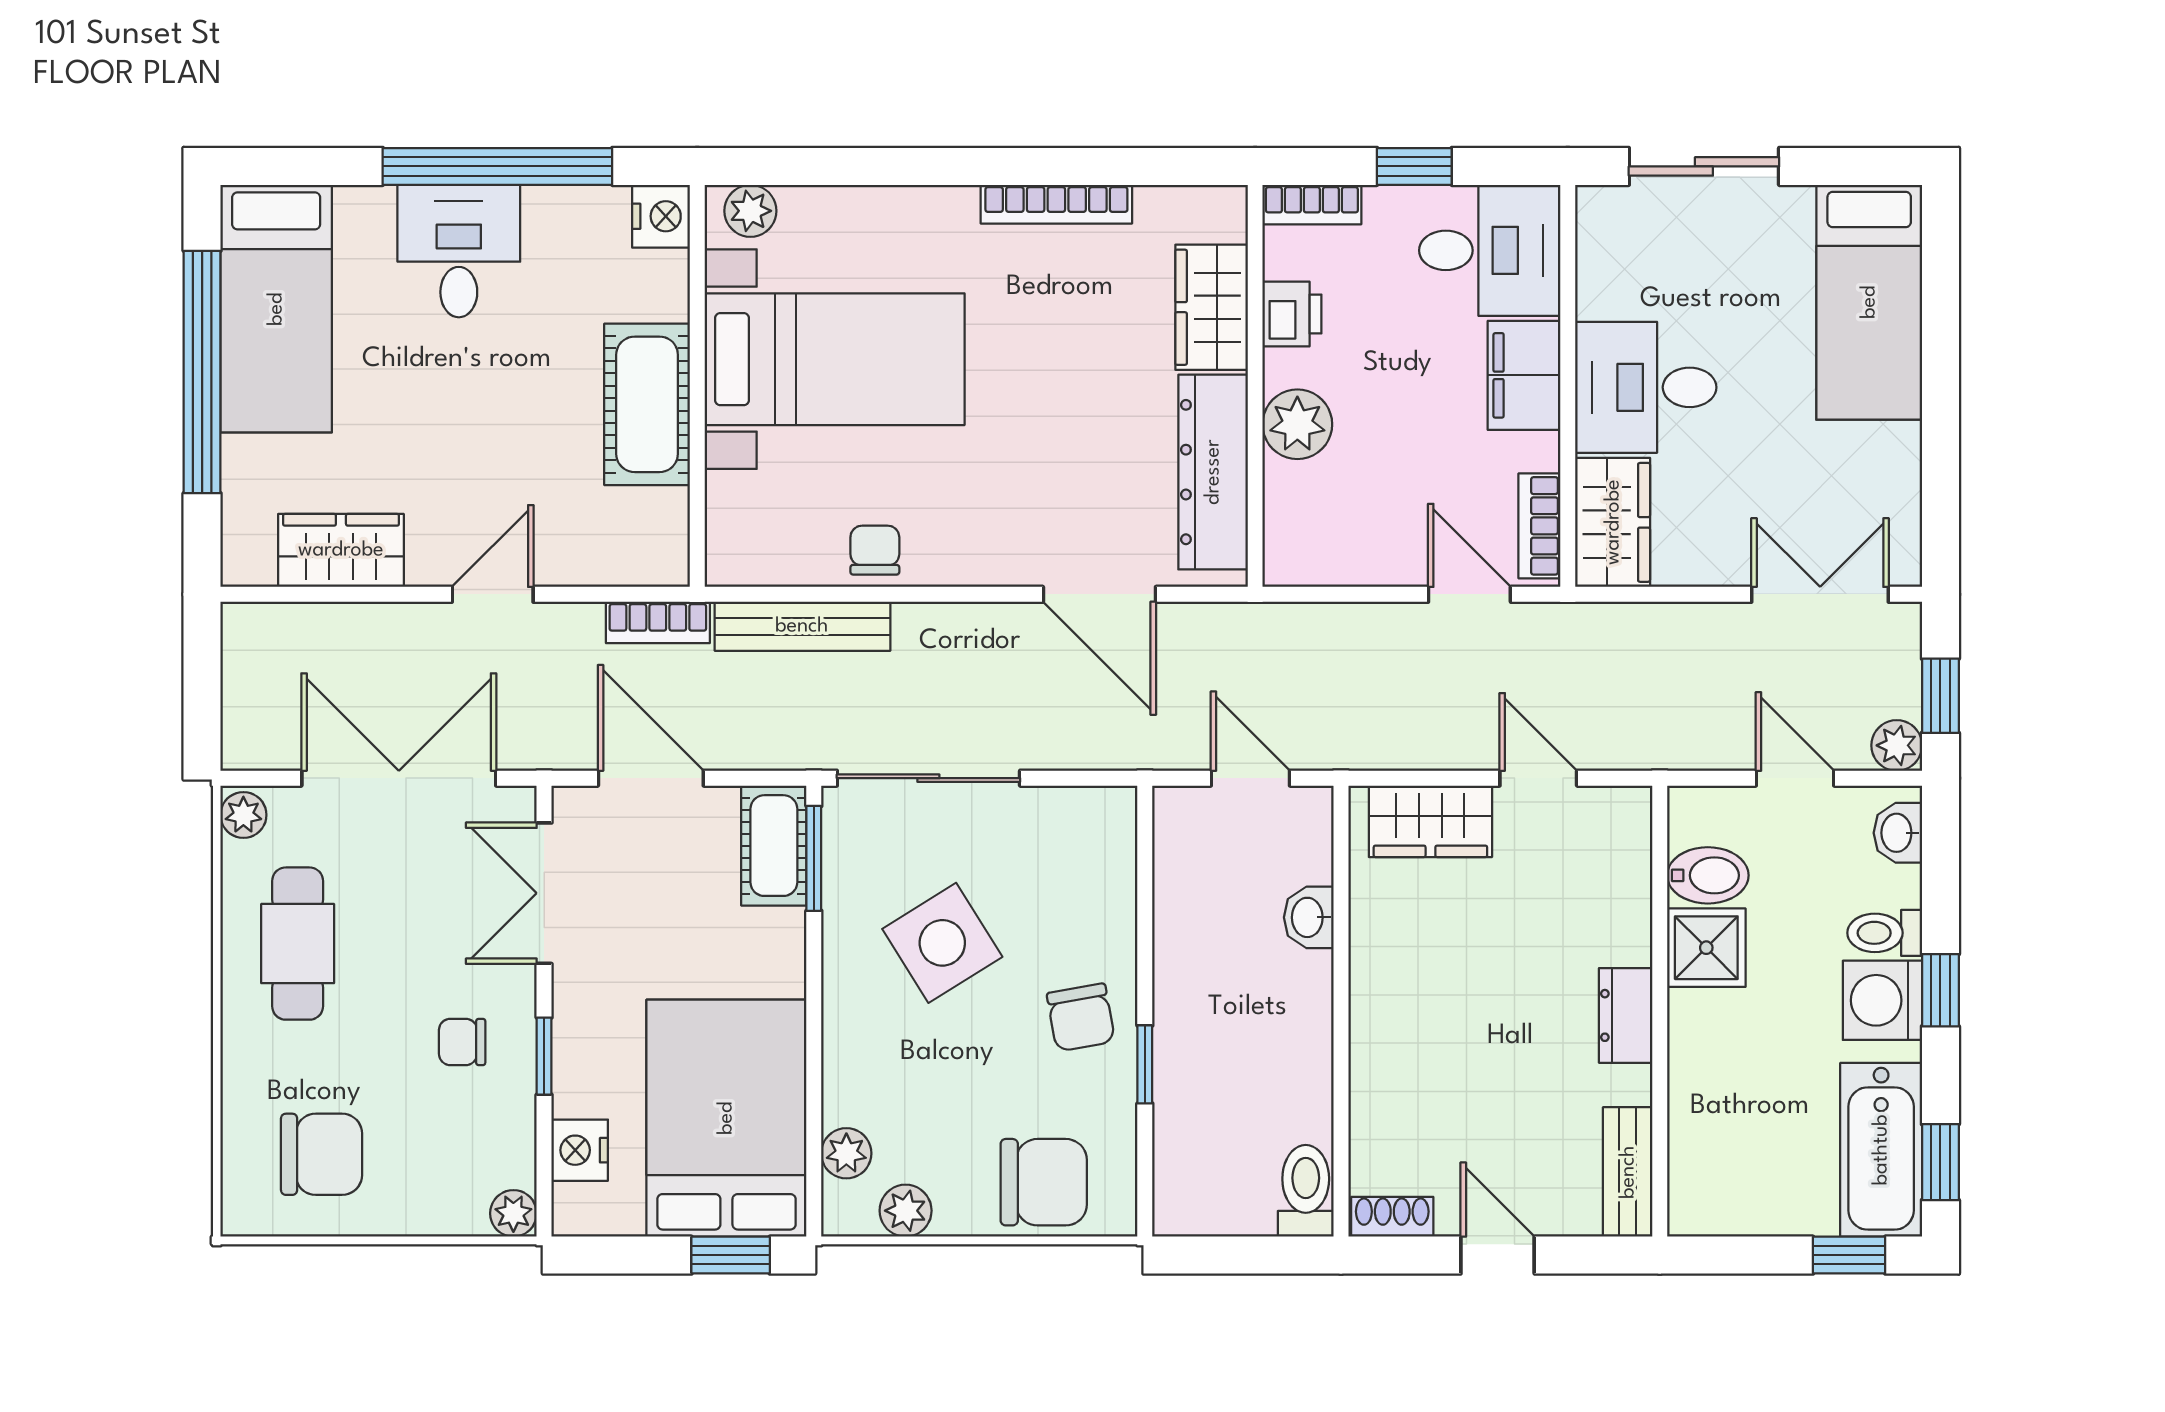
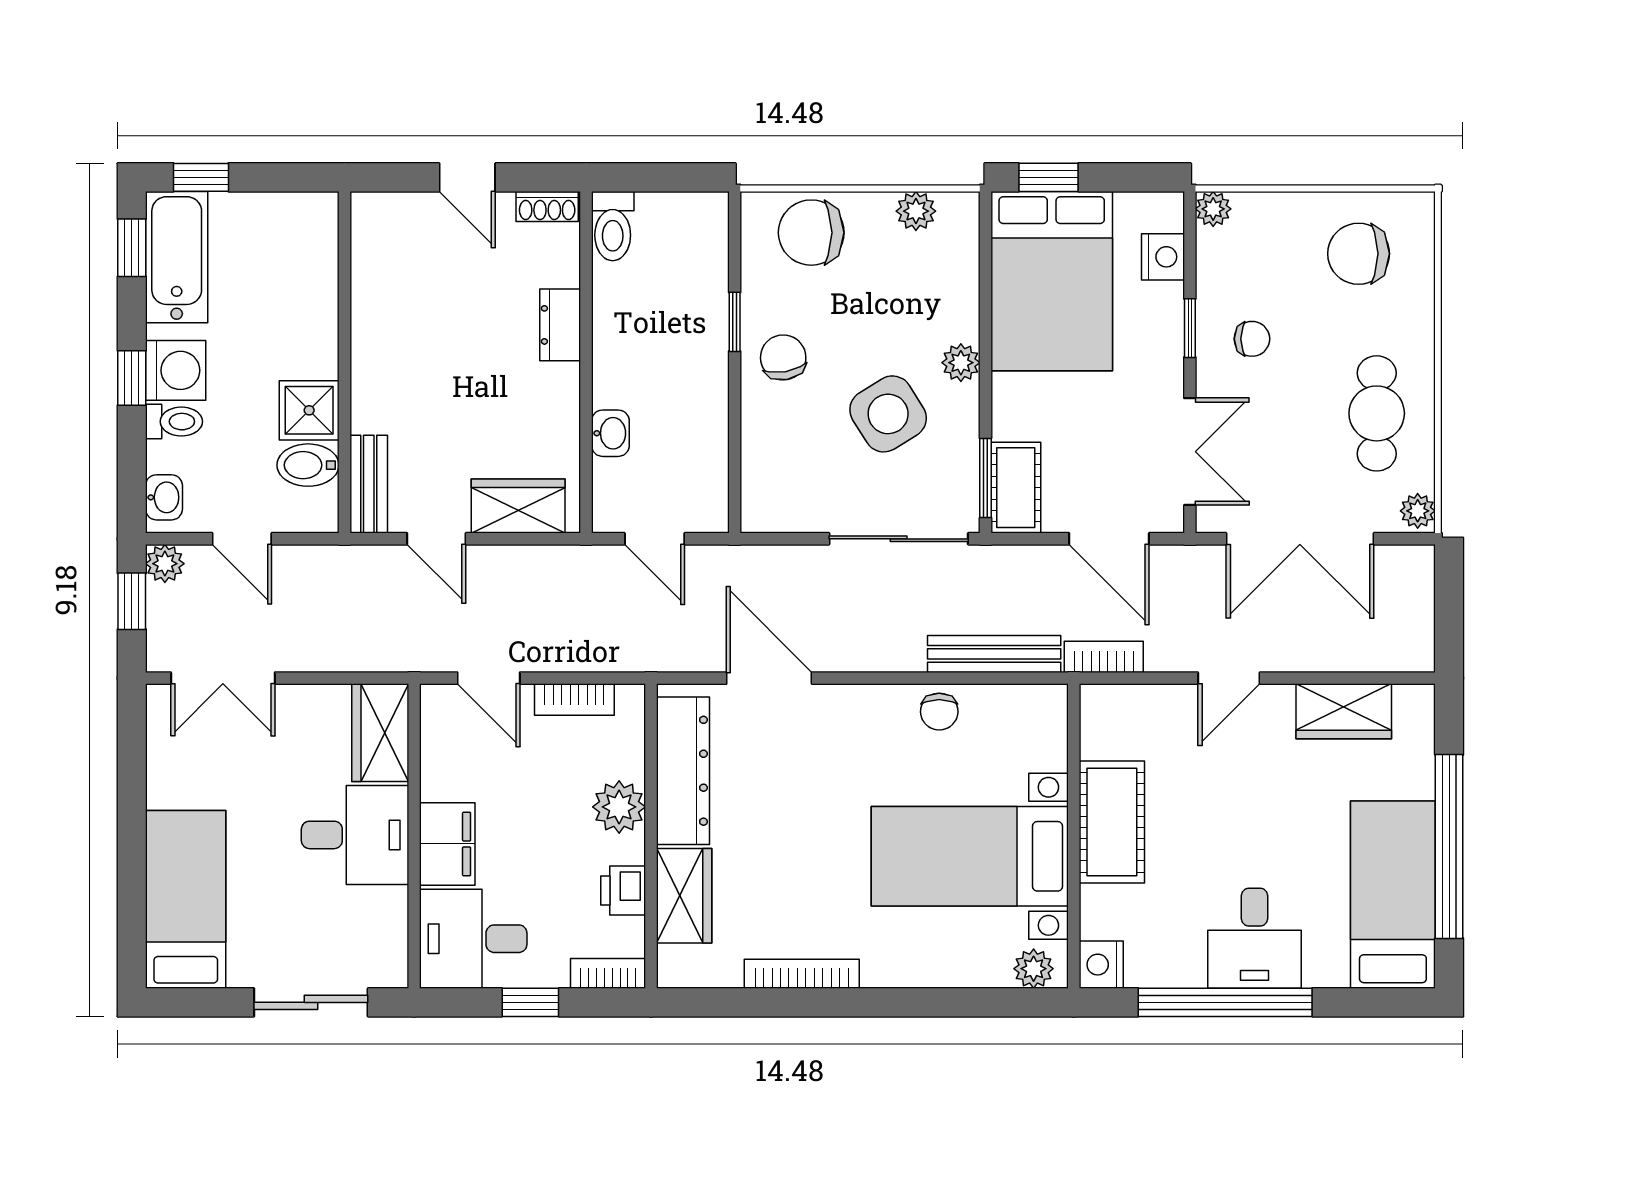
bookcase: (1539, 526) -> (574, 700), moved, turned 90
dresser: (1626, 1015) -> (560, 325), moved, turned 180
plant: (846, 1153) -> (961, 363), moved
bench: (1628, 1172) -> (369, 484), moved

